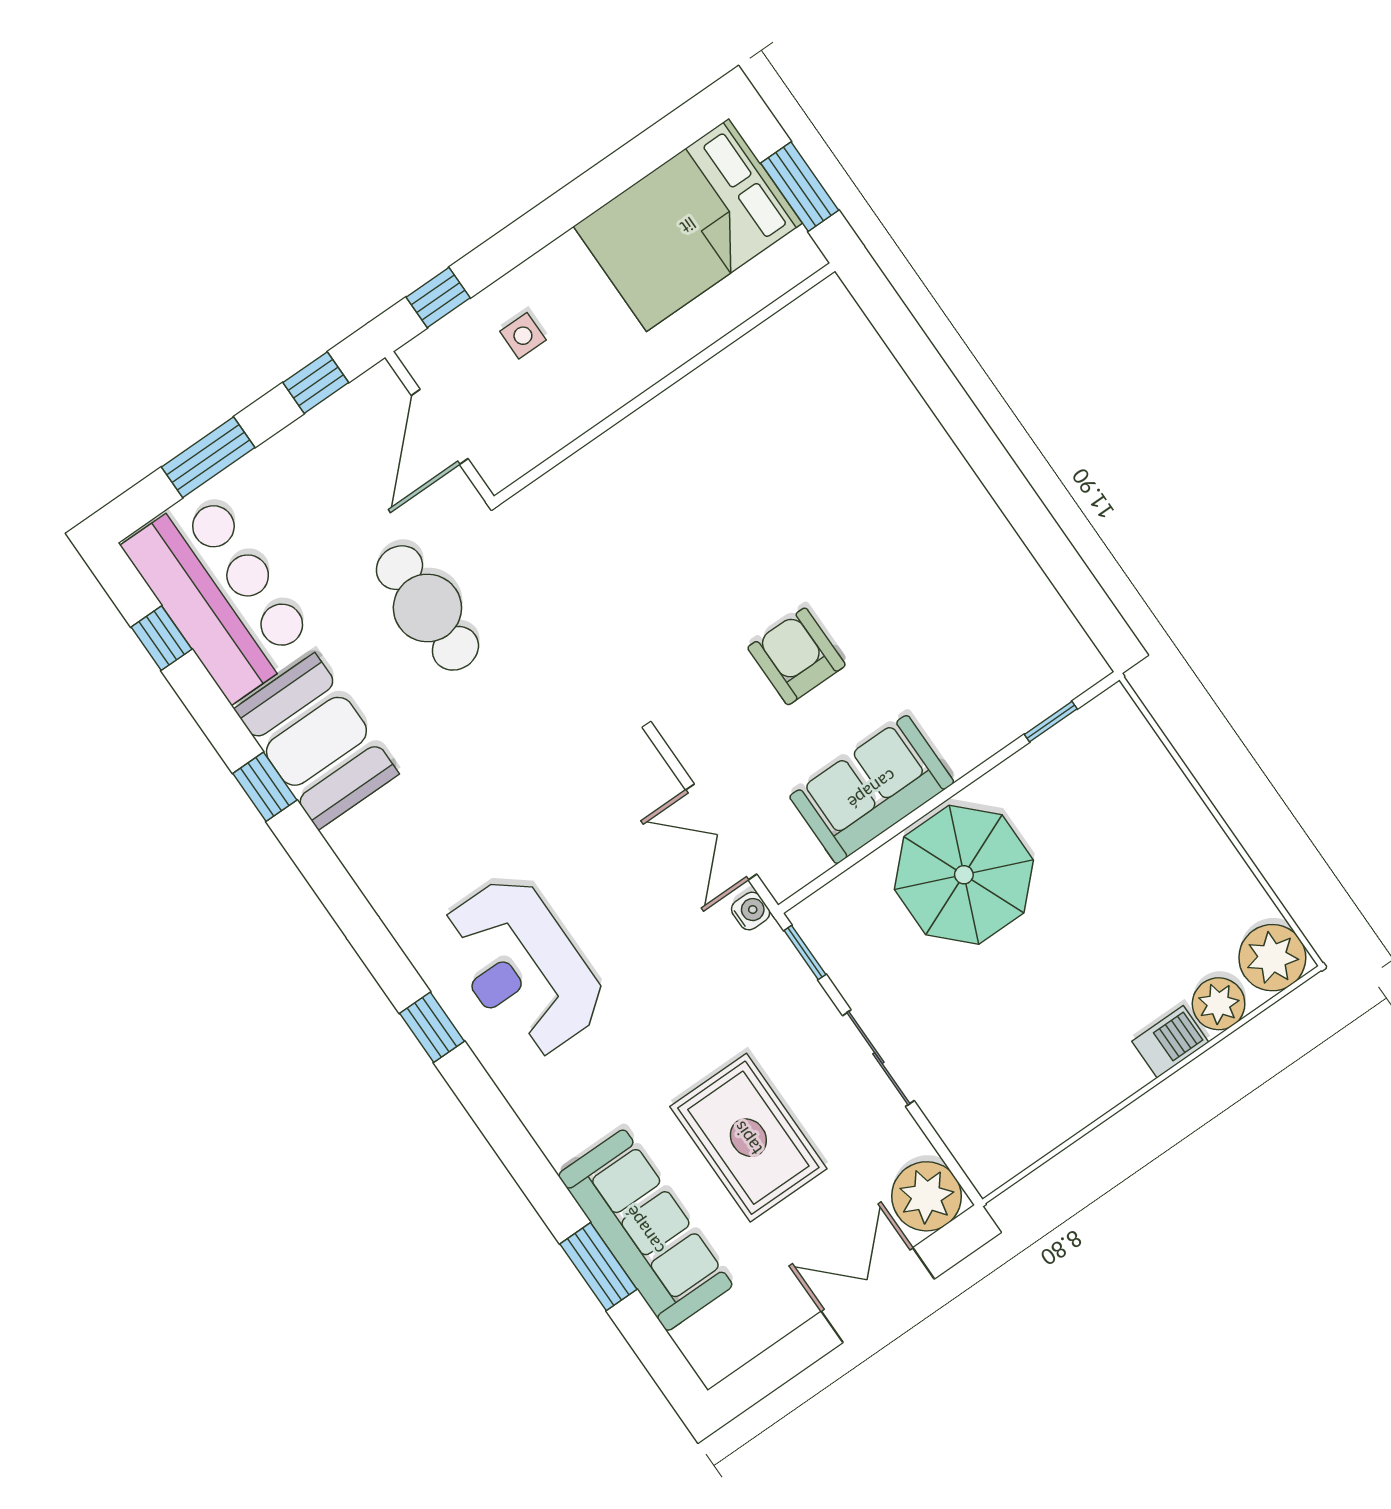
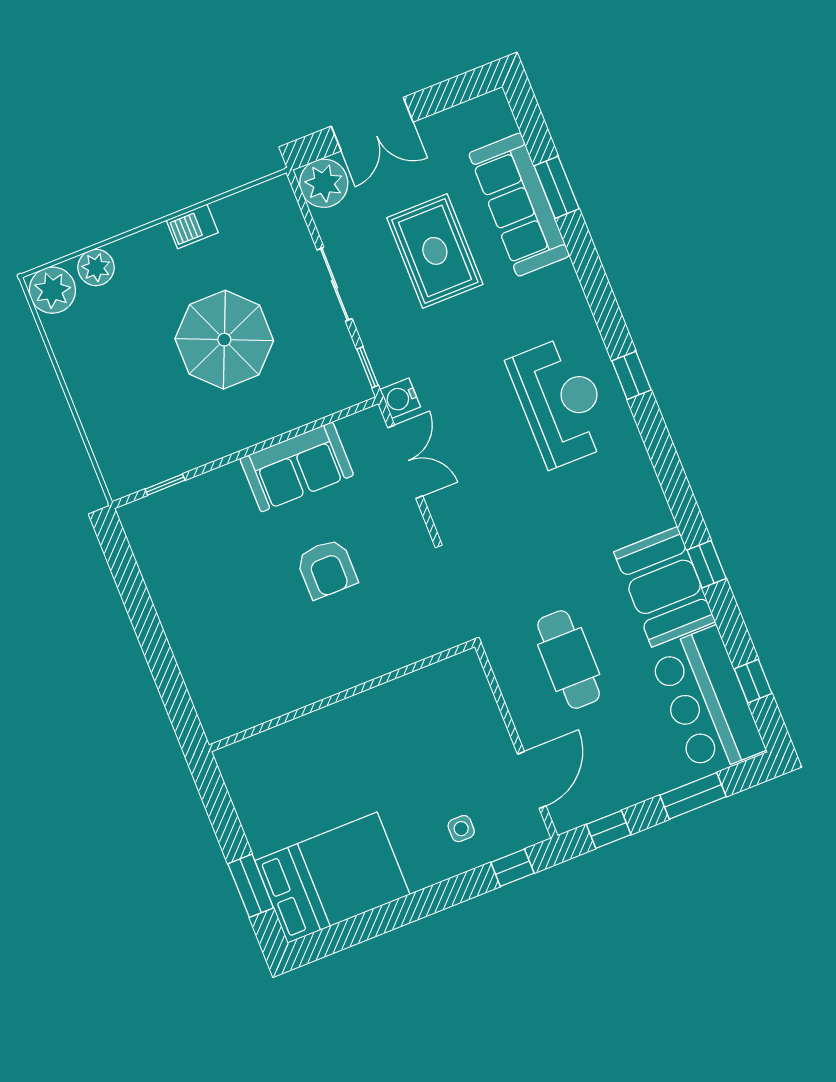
wall: (665, 384) -> (342, 696), moved
parasol: (964, 875) -> (224, 340), moved
water cooler: (751, 911) -> (400, 398), width x1.38, depth x1.38
barbecue: (1170, 1042) -> (192, 226), moved

